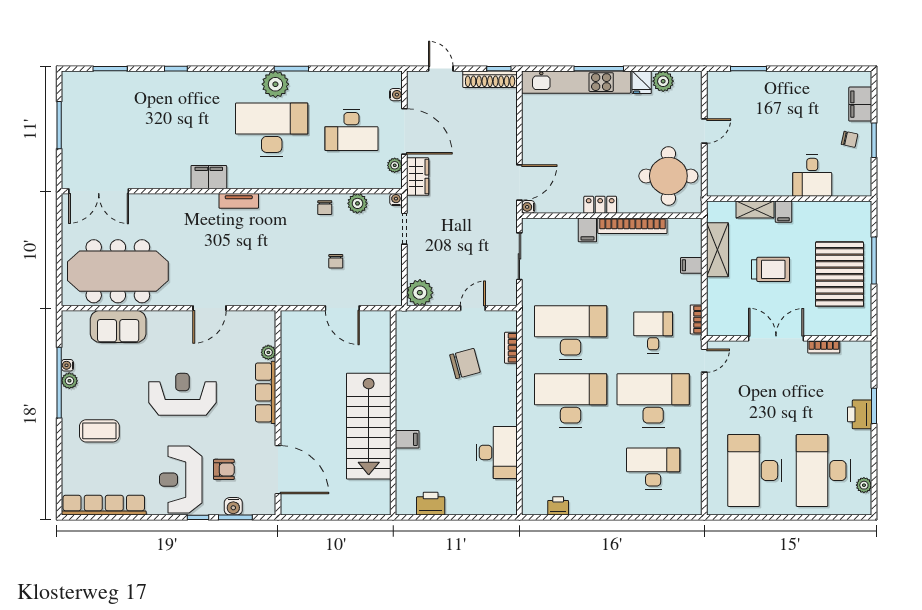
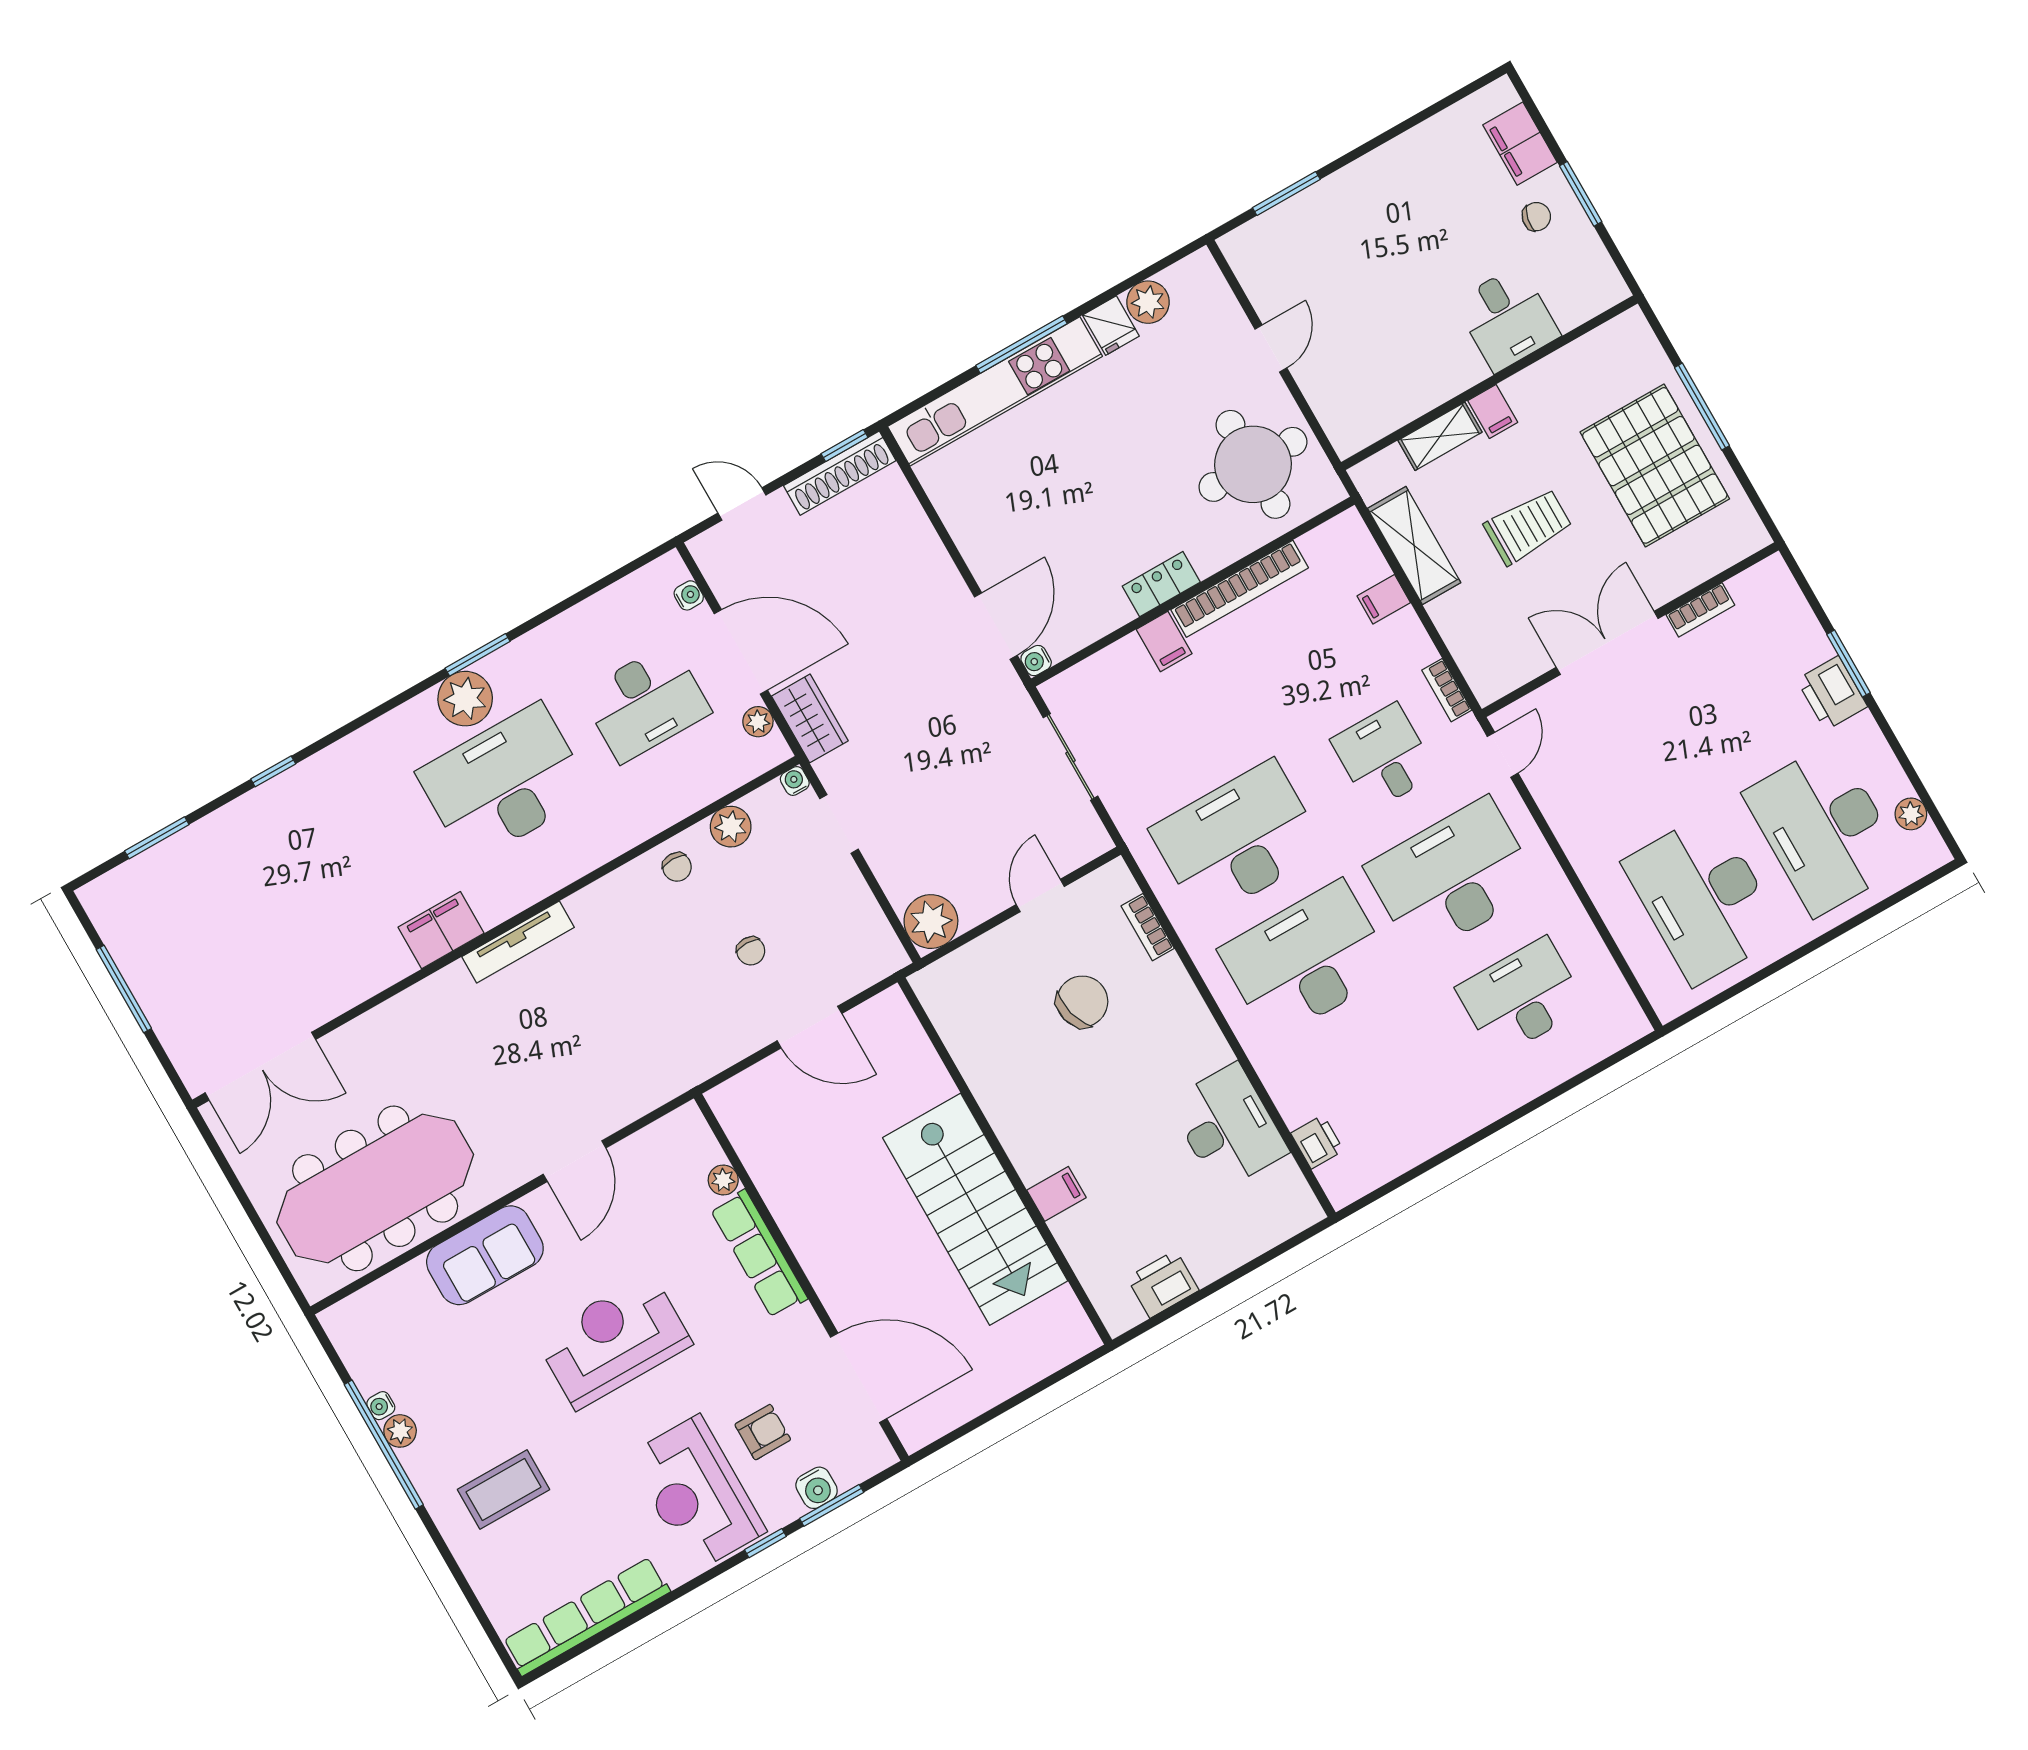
tv unit: (239, 201) -> (518, 942), width x1.41
sofa: (118, 326) -> (485, 1255), moved
printer: (558, 506) -> (1317, 1142), moved, turned 90

